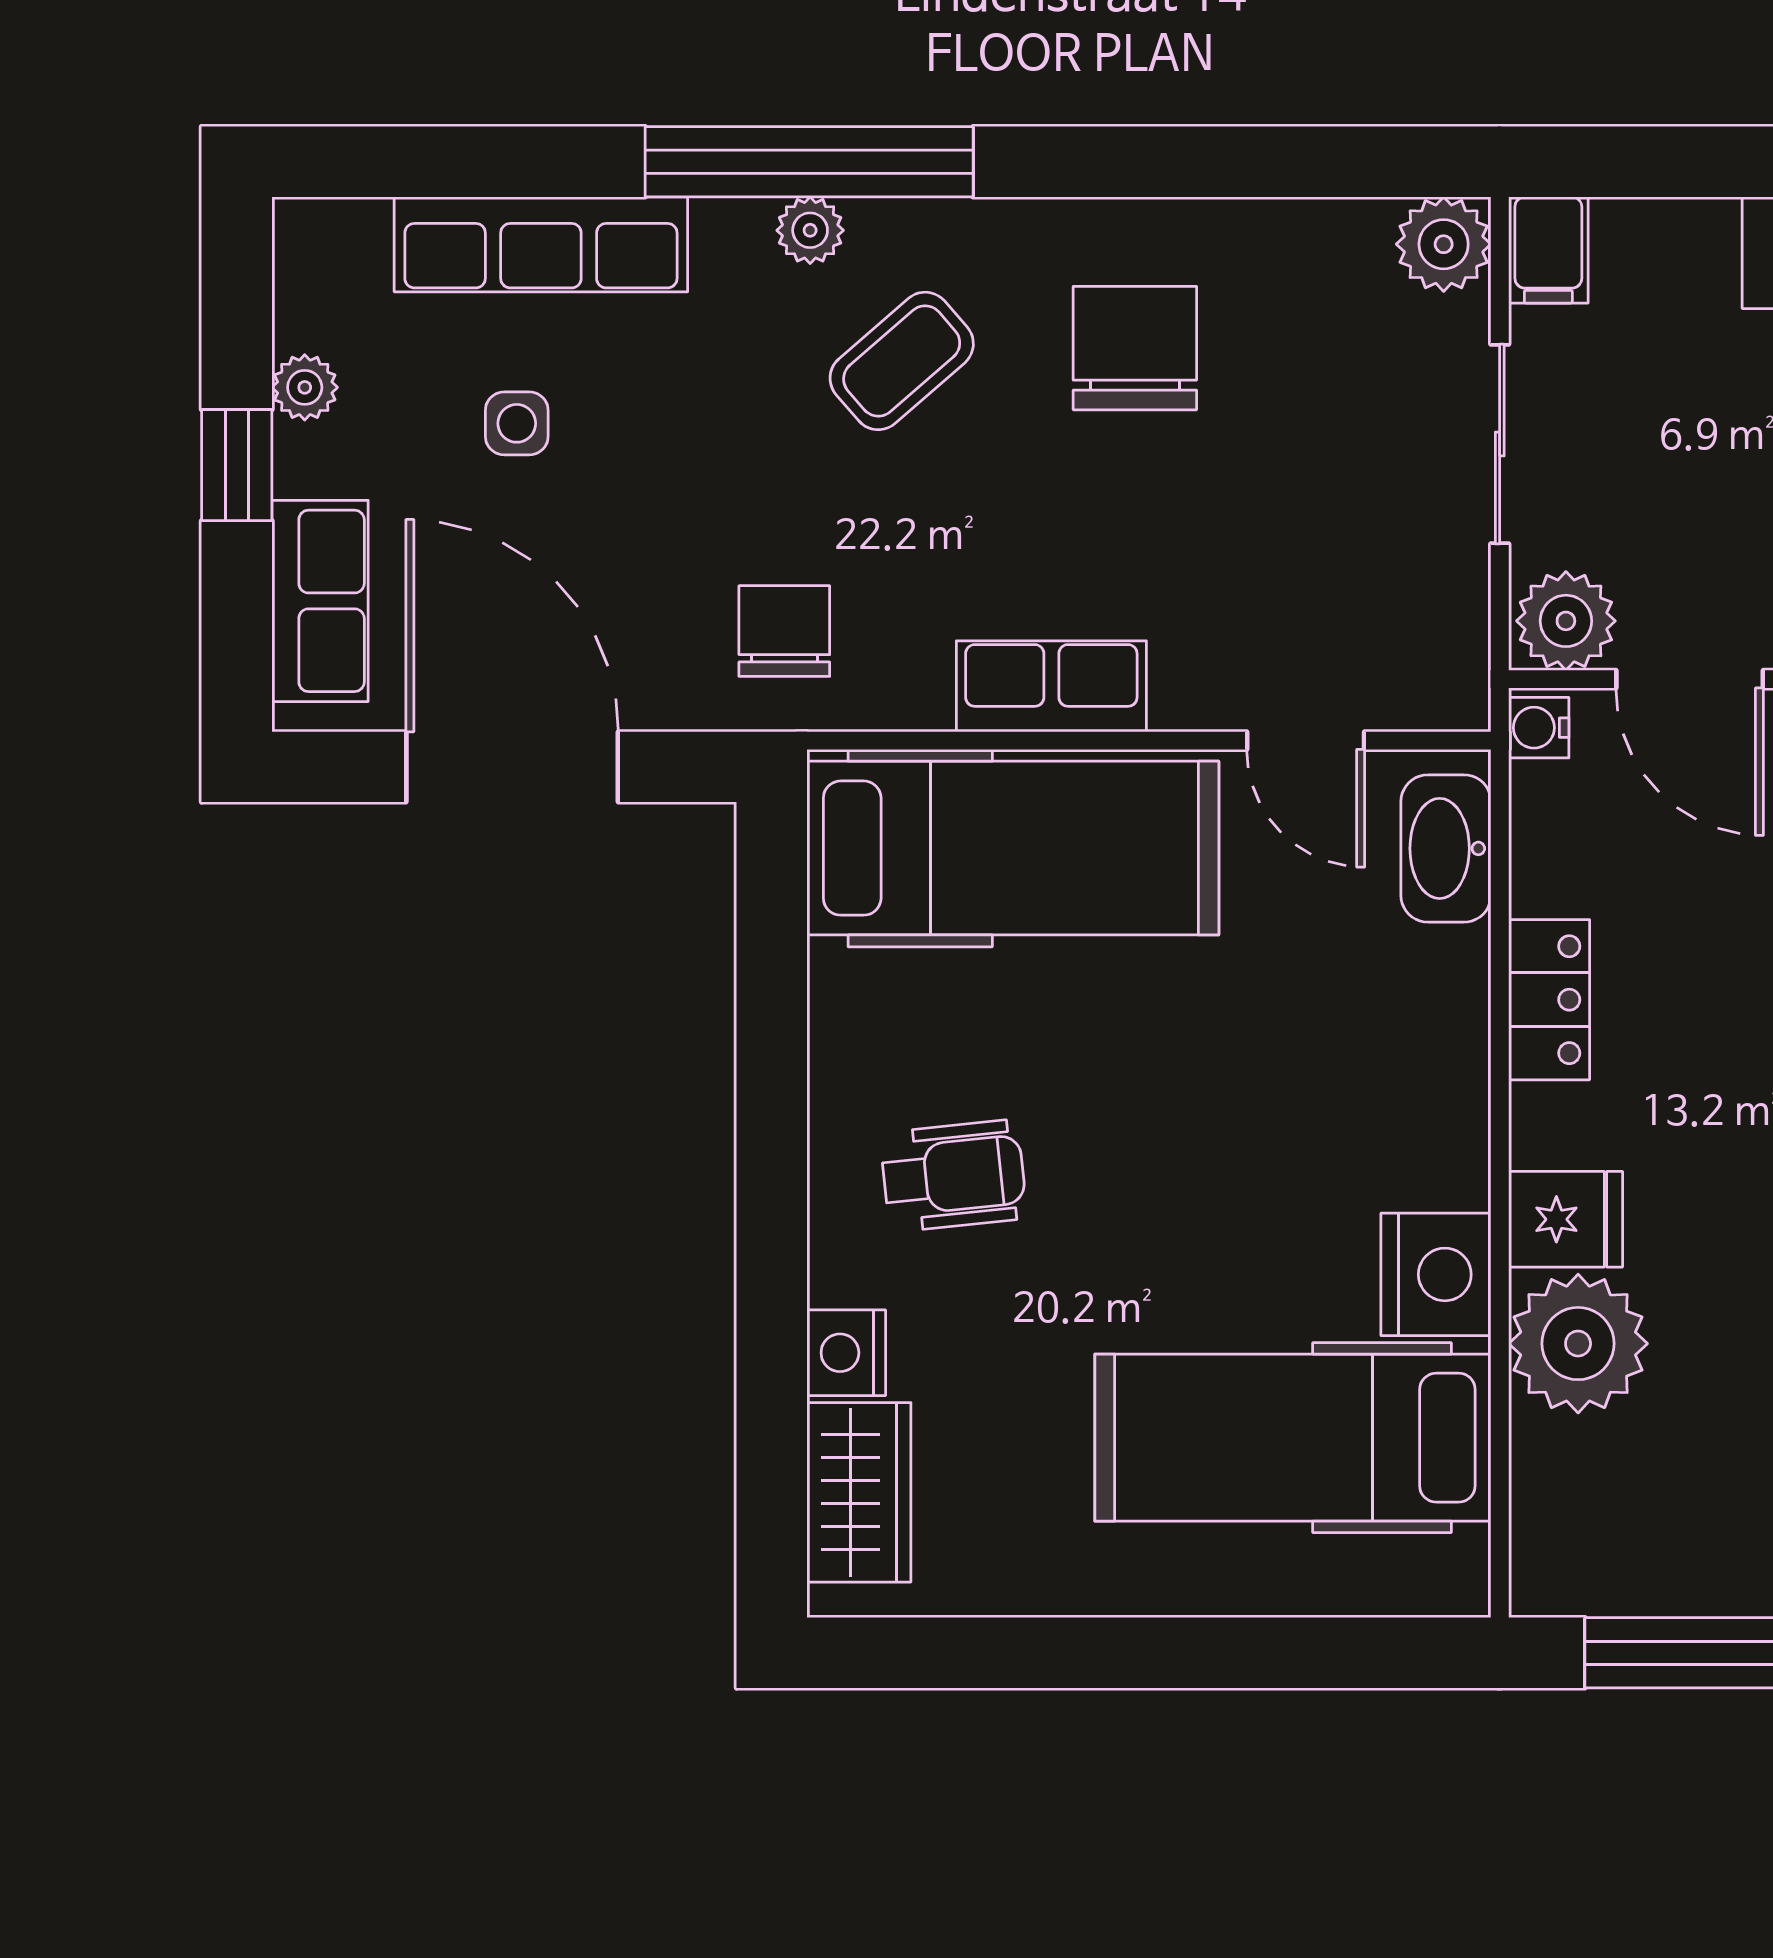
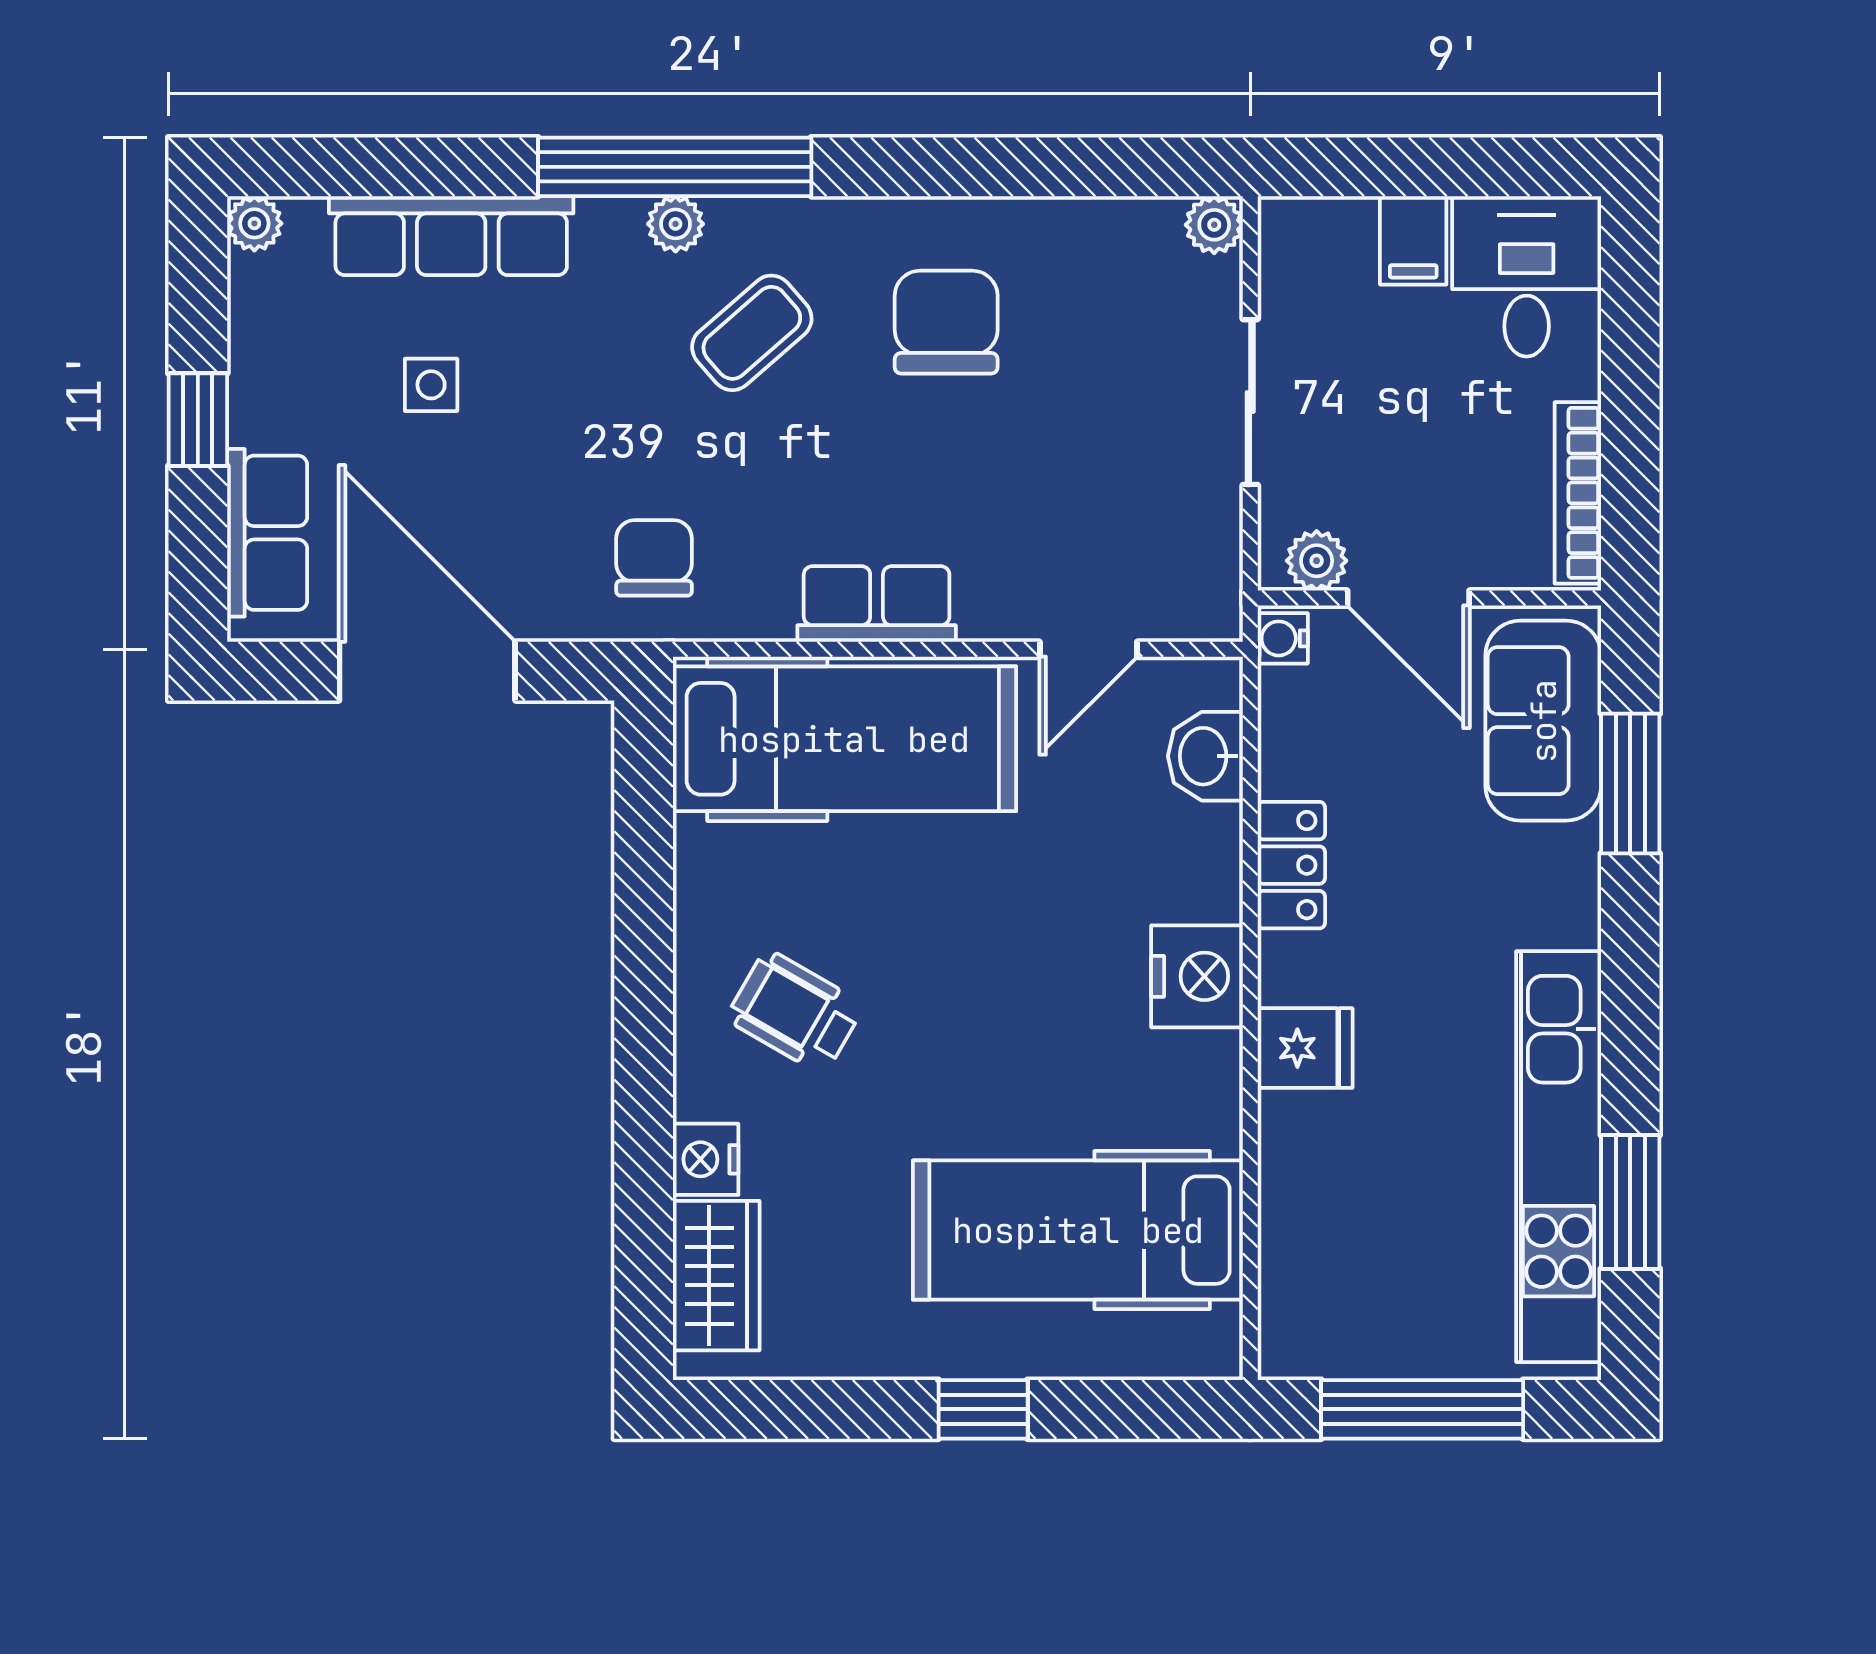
plant: (1444, 244) -> (1214, 225), width x0.73, depth x0.73
filing cabinet: (1548, 250) -> (1413, 240), moved
plant: (305, 387) -> (254, 223), moved
plant: (1566, 621) -> (1317, 561), width x0.73, depth x0.73
door: (1306, 741) -> (1088, 649), hinge flipped
washbasin: (1446, 848) -> (1205, 756), width x0.72
wheelchair: (954, 1176) -> (795, 1012), turned -144
nightstand: (1436, 1274) -> (1197, 976), moved
plant: (1578, 1344) -> (1315, 1152), removed
window: (1179, 1653) -> (983, 1409), added

